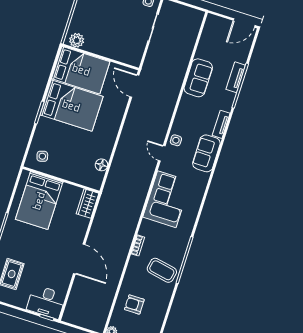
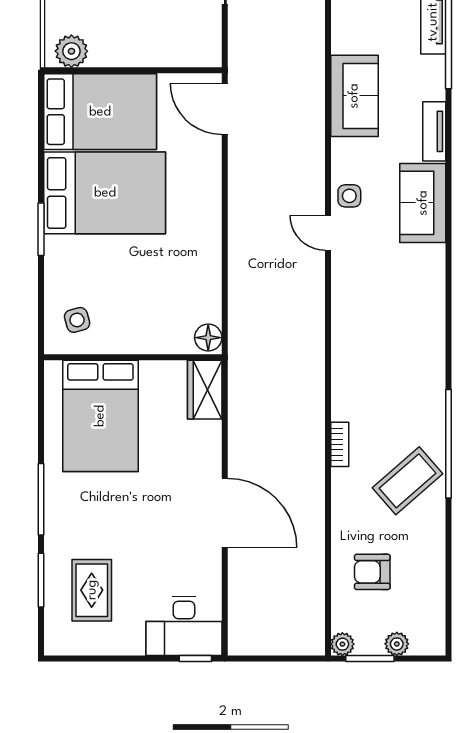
sofa: (198, 78) -> (354, 96), moved
floor lamp: (101, 165) -> (208, 338), moved
corner sofa: (167, 199) -> (370, 327), removed
coffee table: (162, 270) -> (407, 481), turned -52

